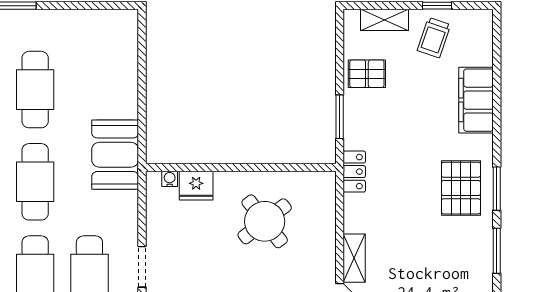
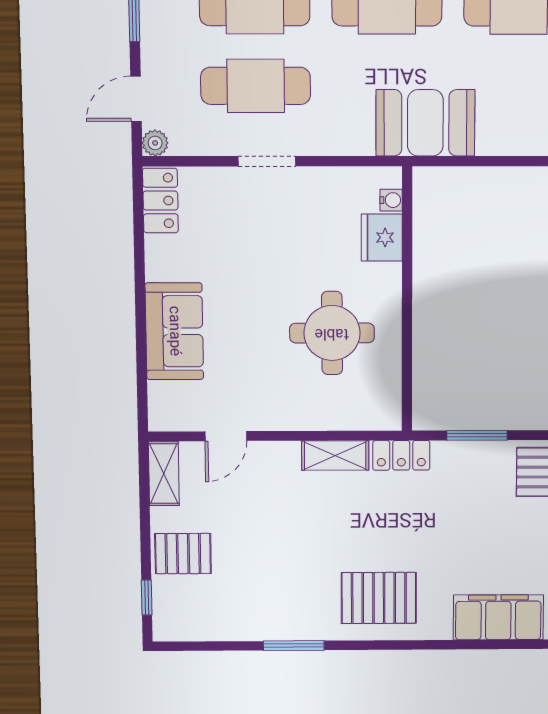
window: (497, 189) -> (378, 645), removed
round table: (265, 221) -> (332, 333), turned 38
shelving: (354, 258) -> (335, 455), moved

